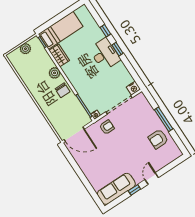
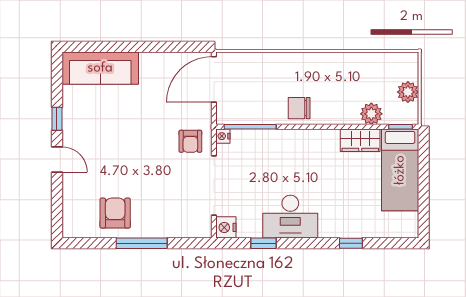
window: (118, 49) -> (264, 243), moved
desk: (105, 54) -> (290, 217), moved
plant: (55, 73) -> (371, 114), moved
sofa: (116, 189) -> (100, 68), moved, turned 90

